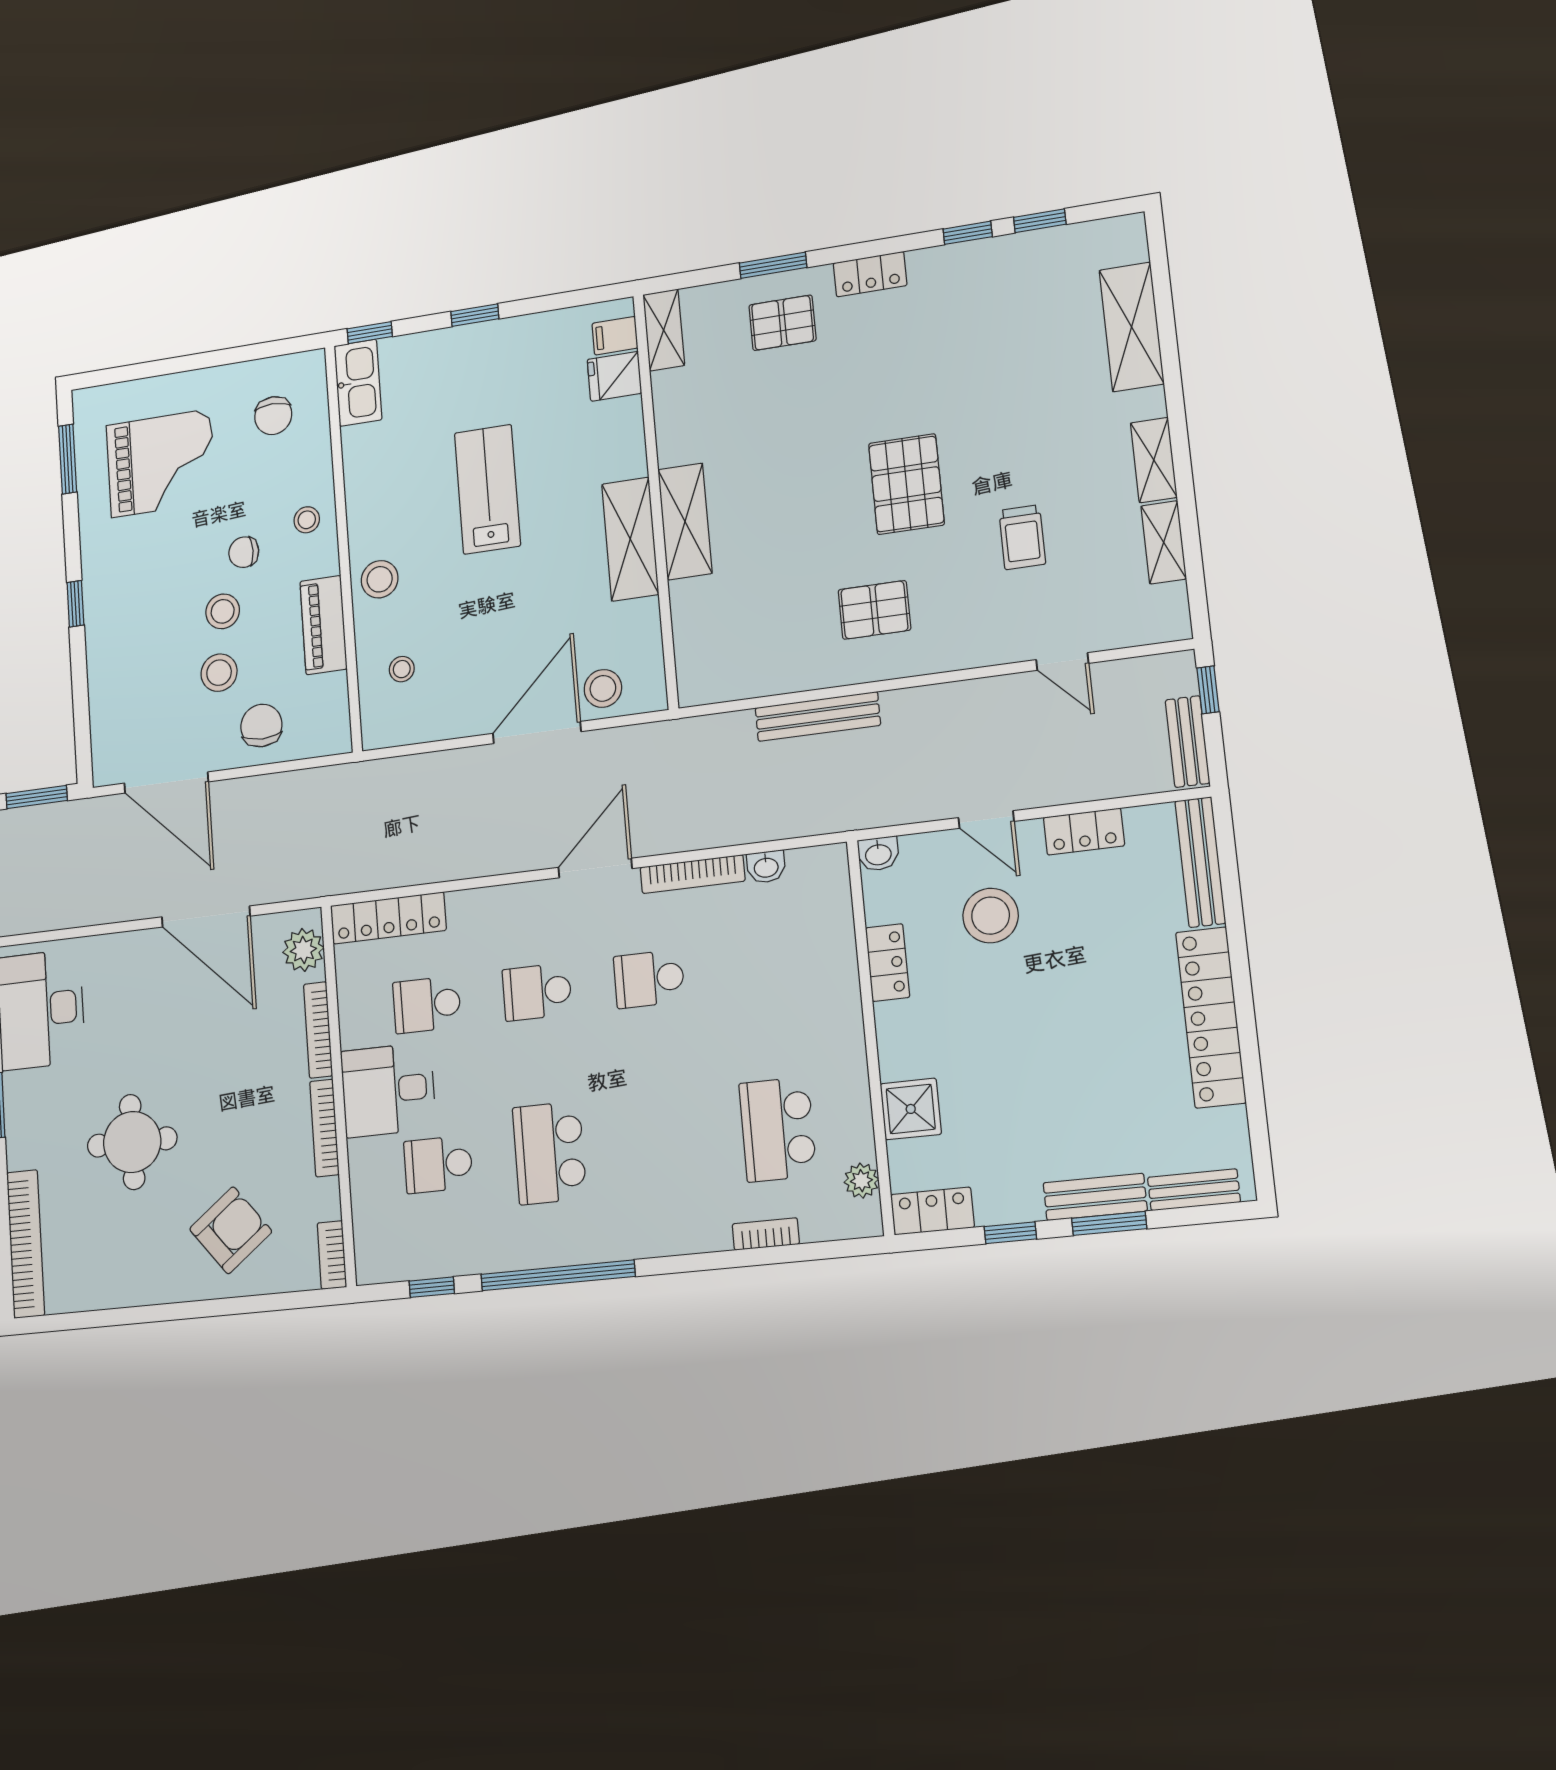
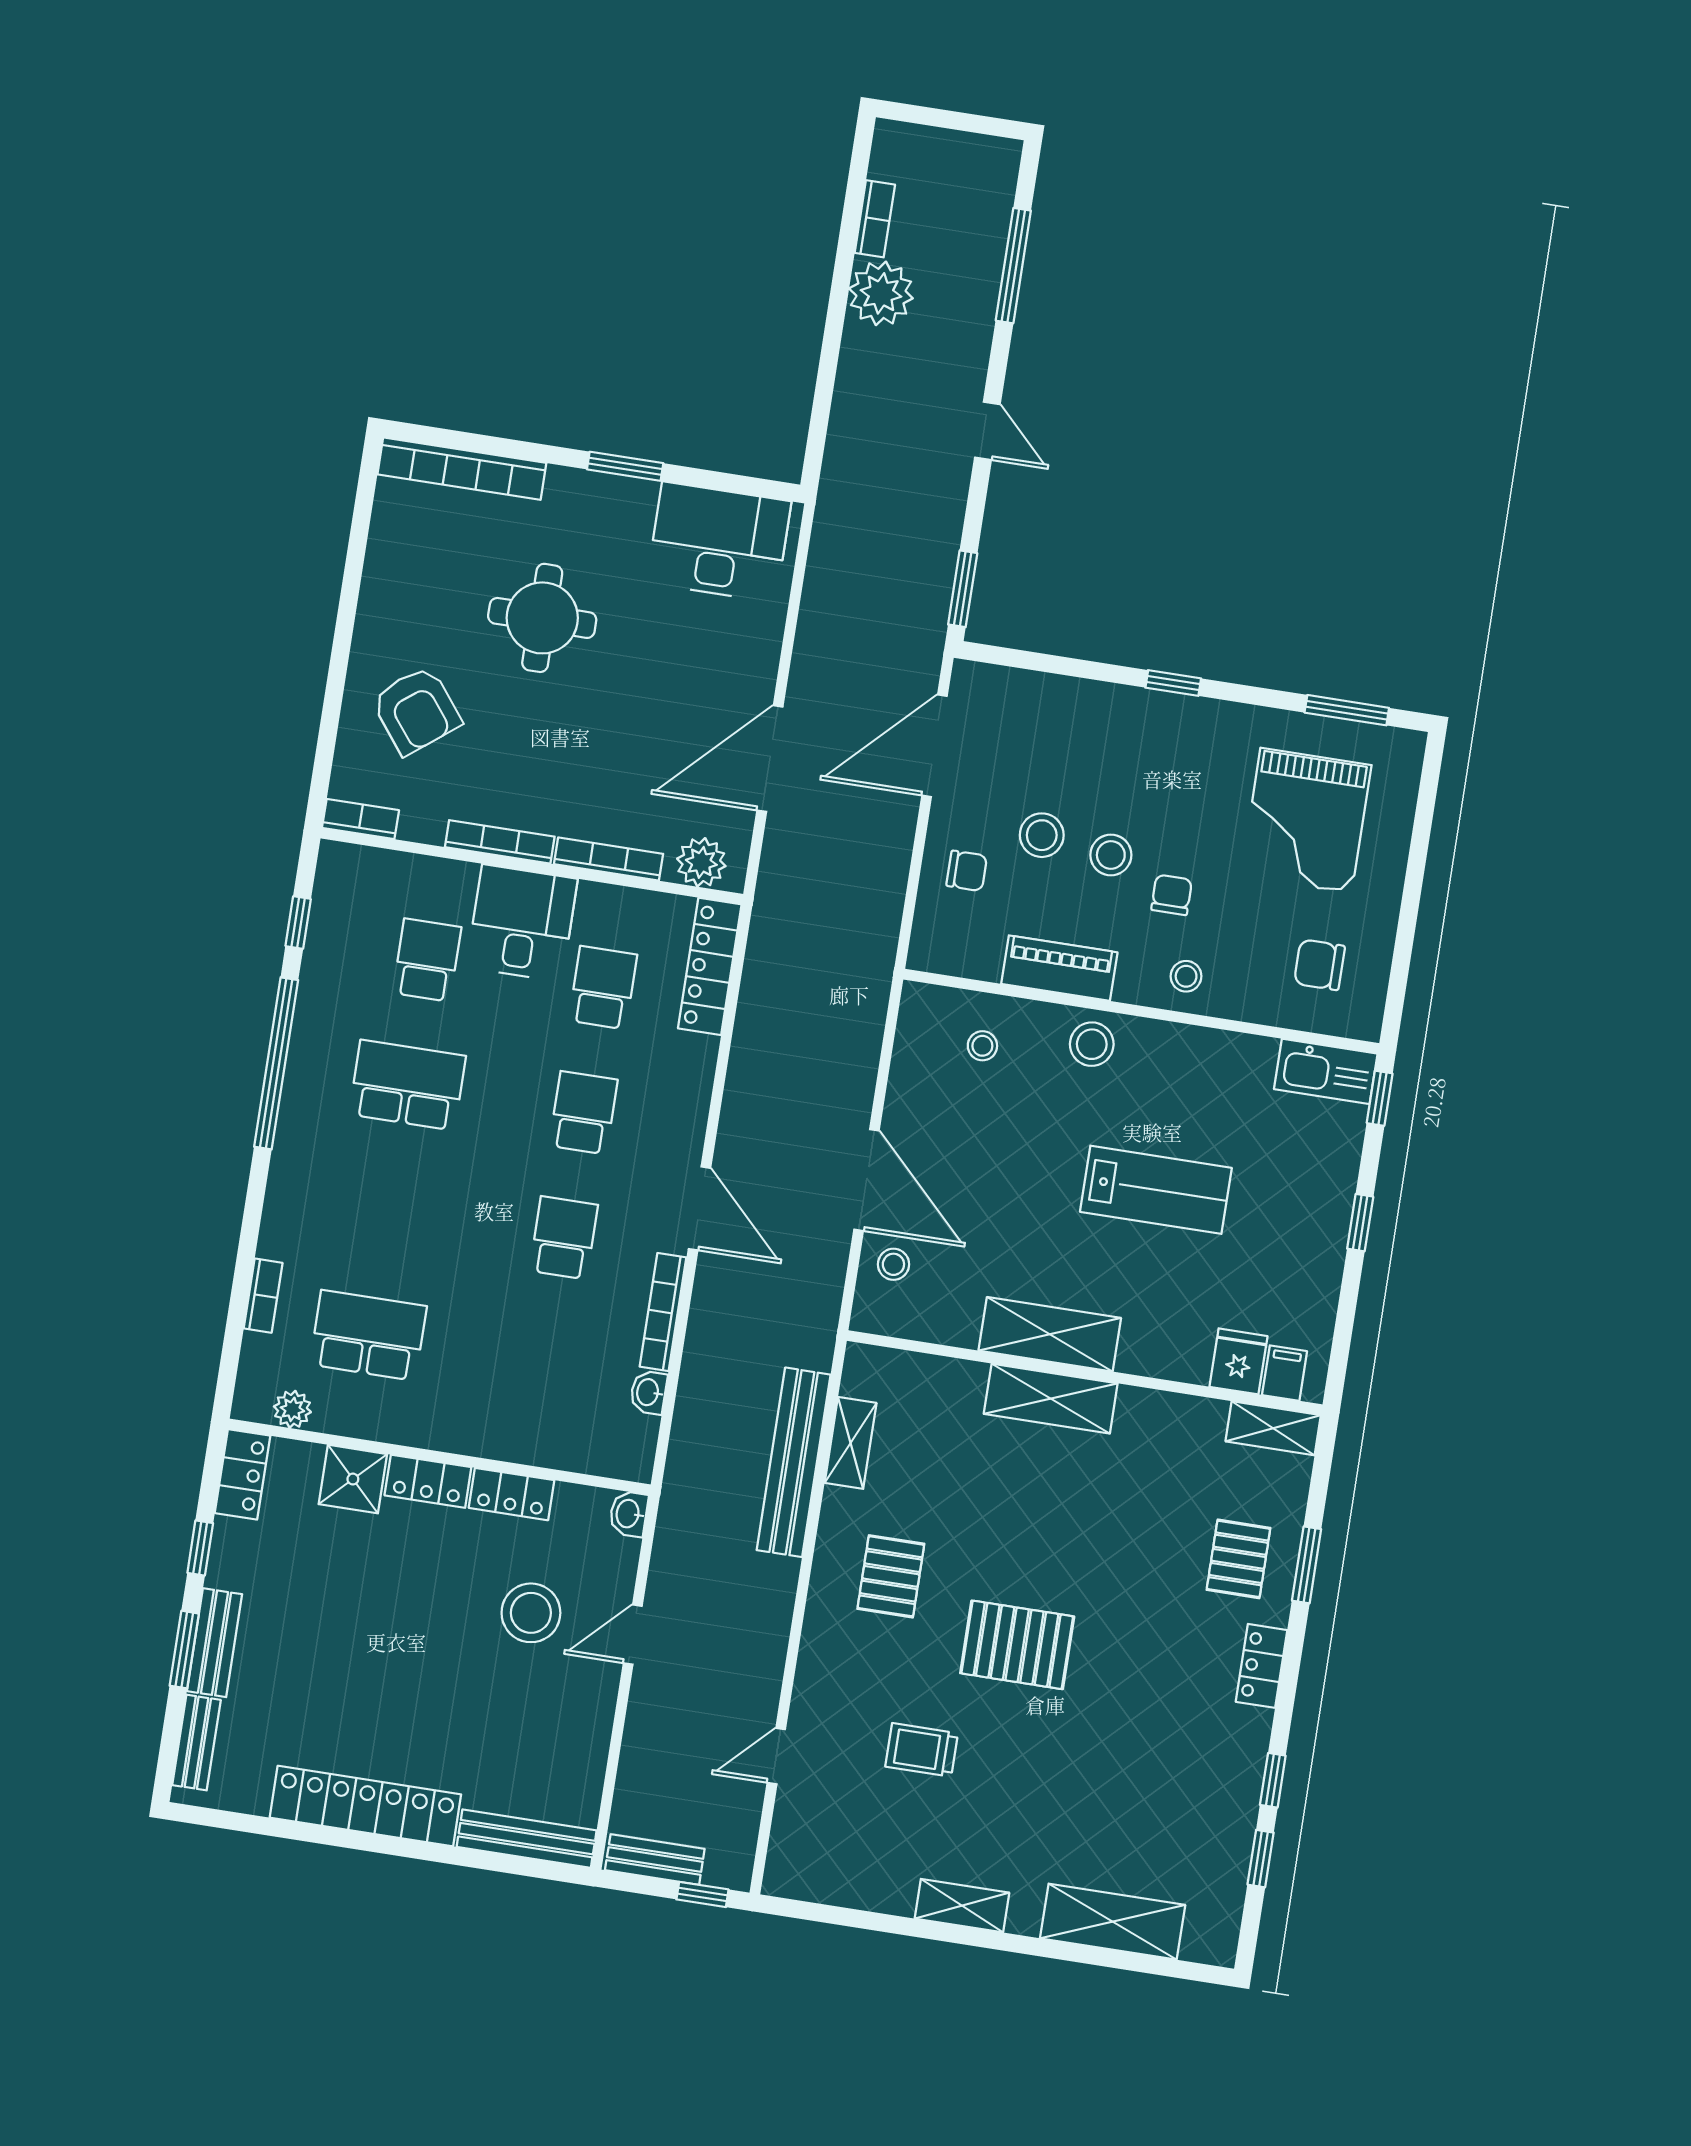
shelving: (1164, 542) -> (851, 1443), moved, turned 90
stool: (603, 688) -> (893, 1264), width x0.73, depth x0.73
bench: (818, 717) -> (794, 1462), width x1.37, depth x1.21
chair: (261, 726) -> (967, 871), width x0.73, depth x0.73
locker: (1084, 832) -> (428, 1481), moved, turned -90

